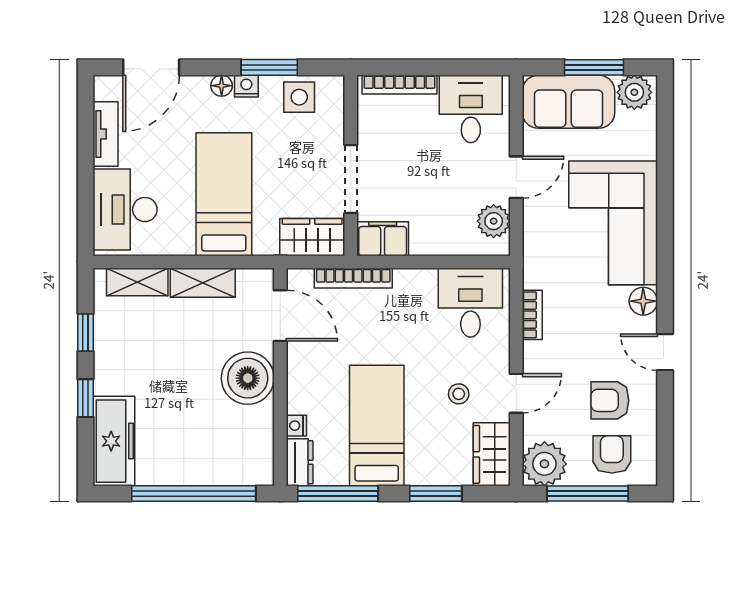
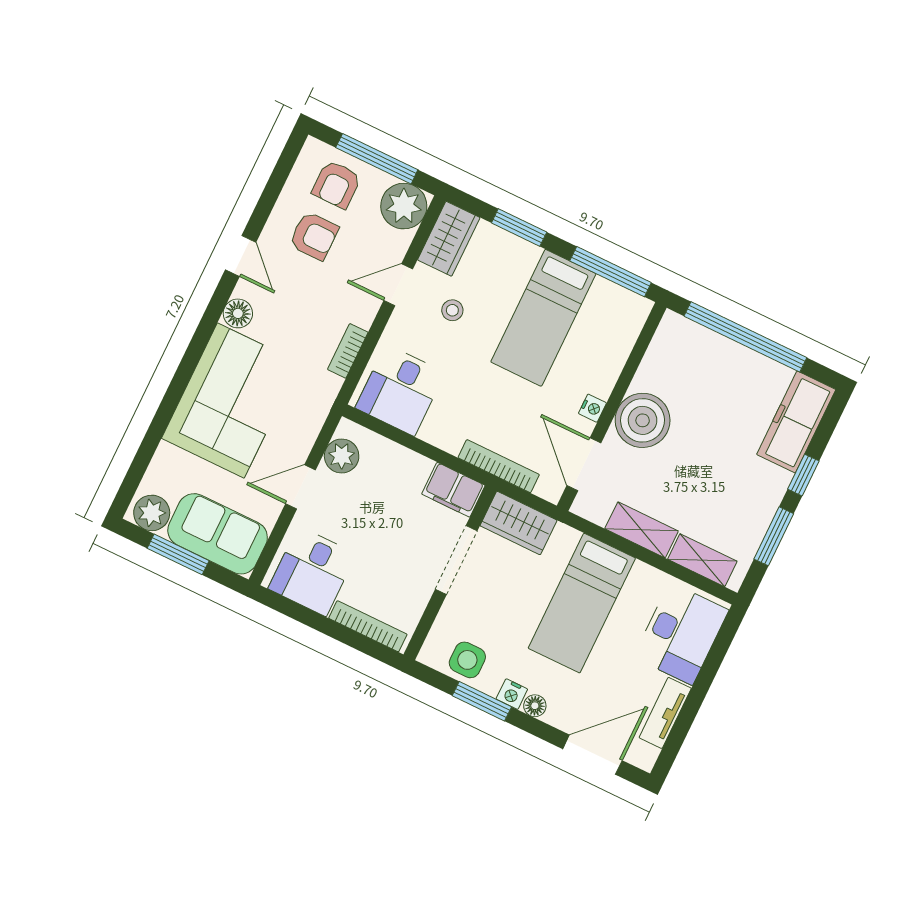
window: (85, 333) -> (774, 536), width x1.50
nightstand: (296, 426) -> (592, 408), moved
dresser: (300, 462) -> (632, 318), removed

